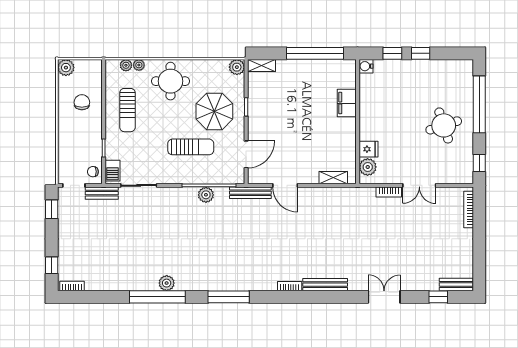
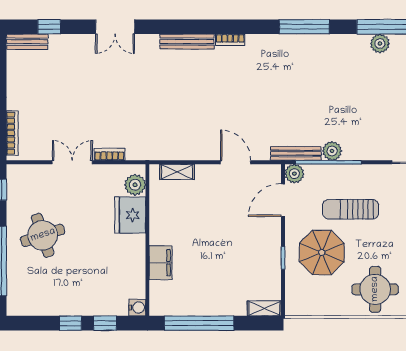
plant: (237, 67) -> (294, 174), moved
fridge: (368, 149) -> (130, 215), width x1.88, depth x1.34
bench: (250, 193) -> (296, 153), moved

